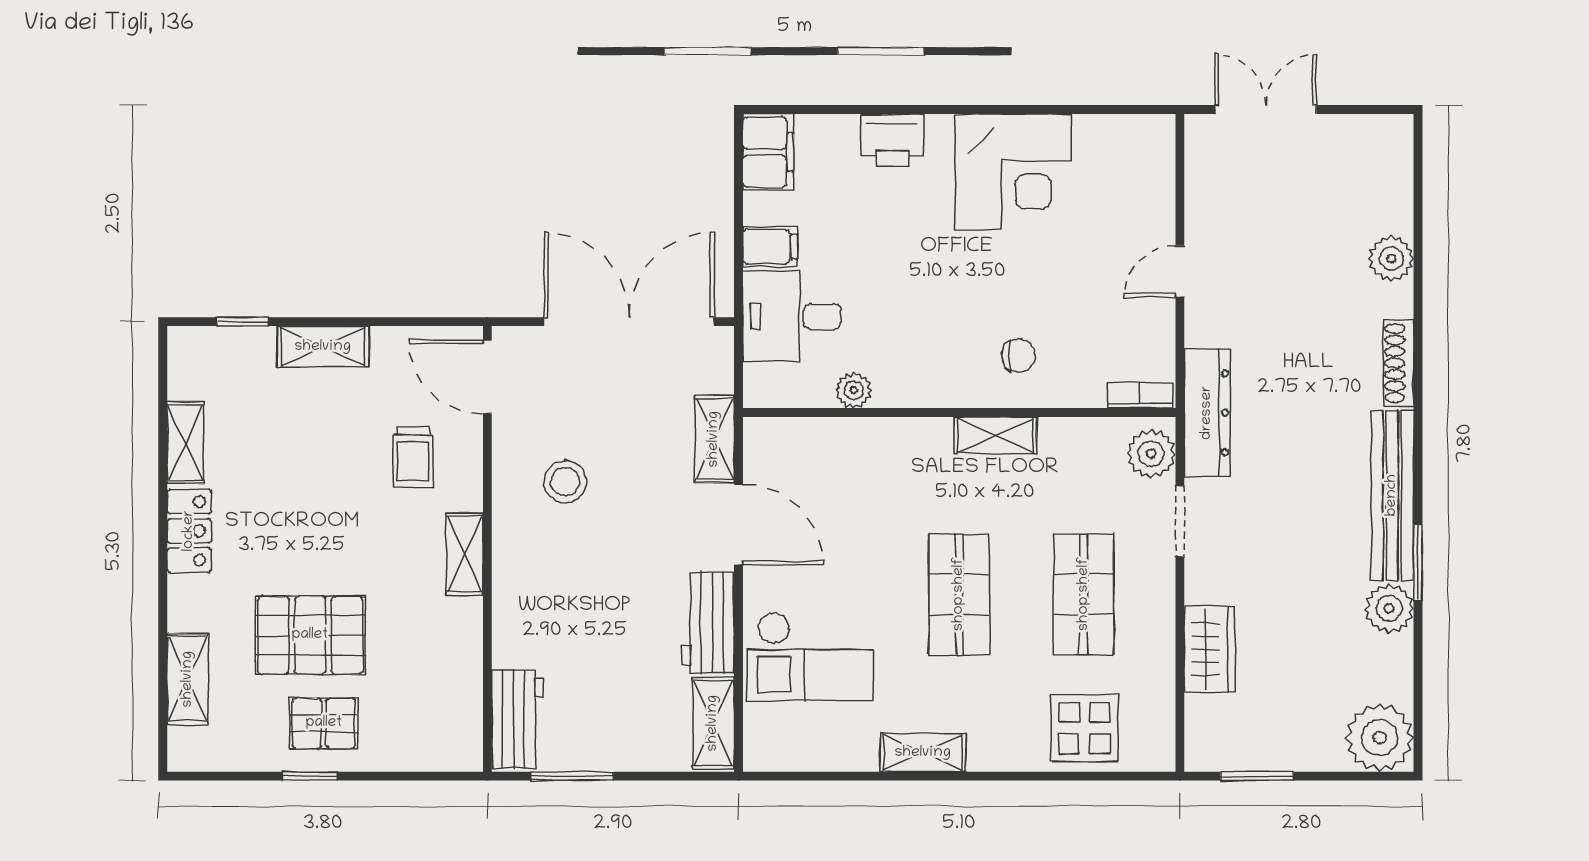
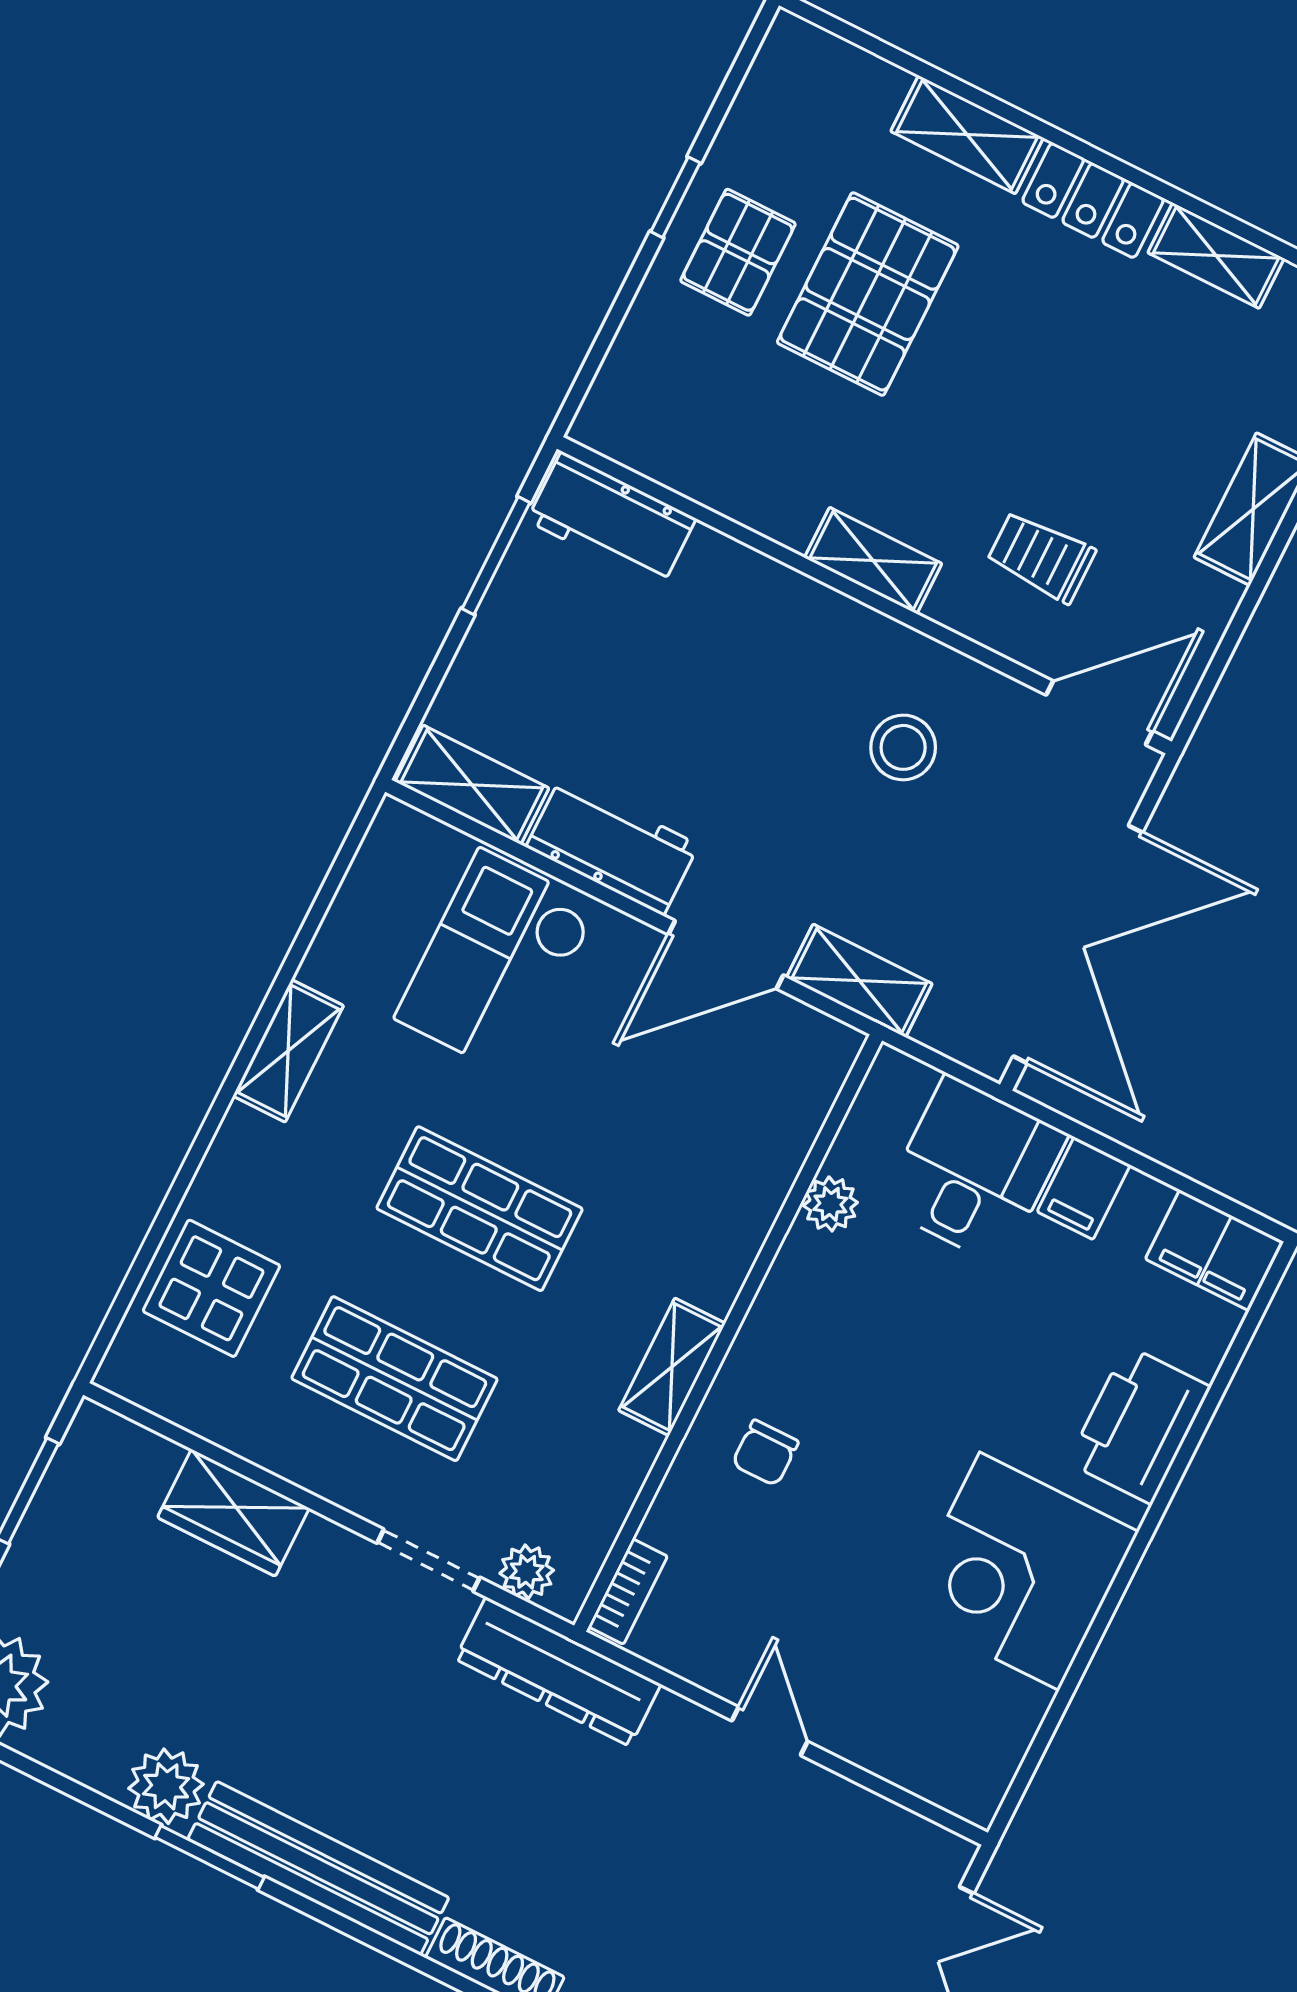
printer: (892, 140) -> (1139, 1425), width x1.37, depth x1.19
plant: (1151, 454) -> (527, 1572), width x0.73, depth x0.73
shelving: (188, 679) -> (967, 135), moved

